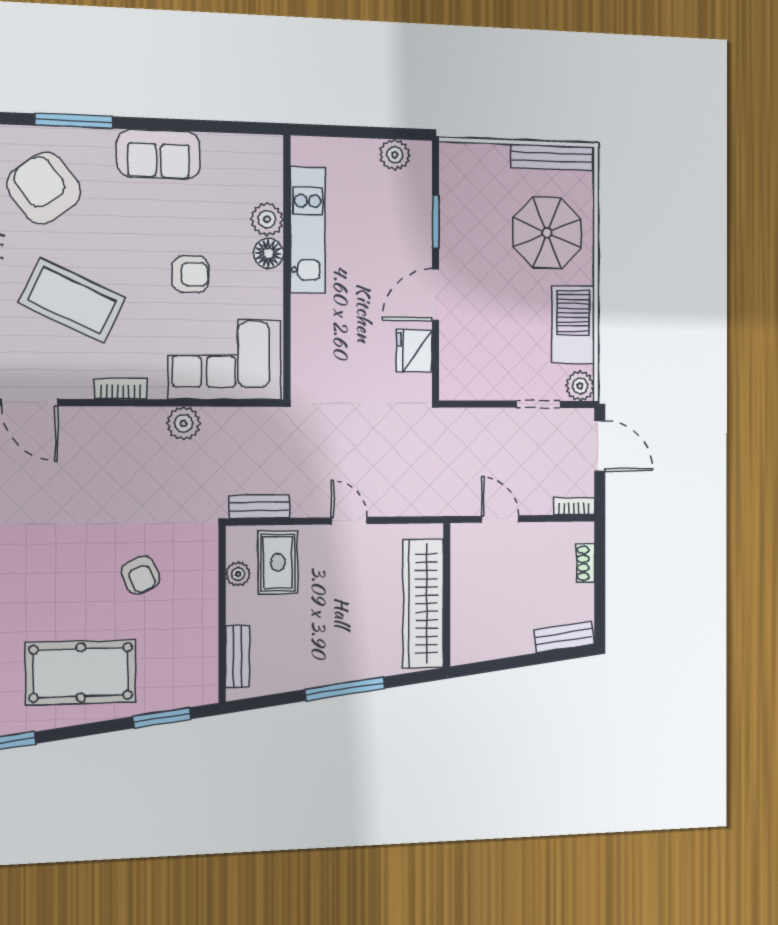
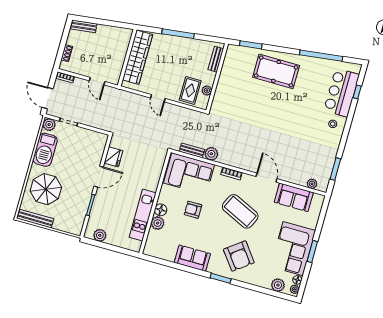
window: (74, 121) -> (221, 278), width x0.69
bench: (259, 507) -> (192, 150), moved
armchair: (140, 575) -> (244, 101), removed

